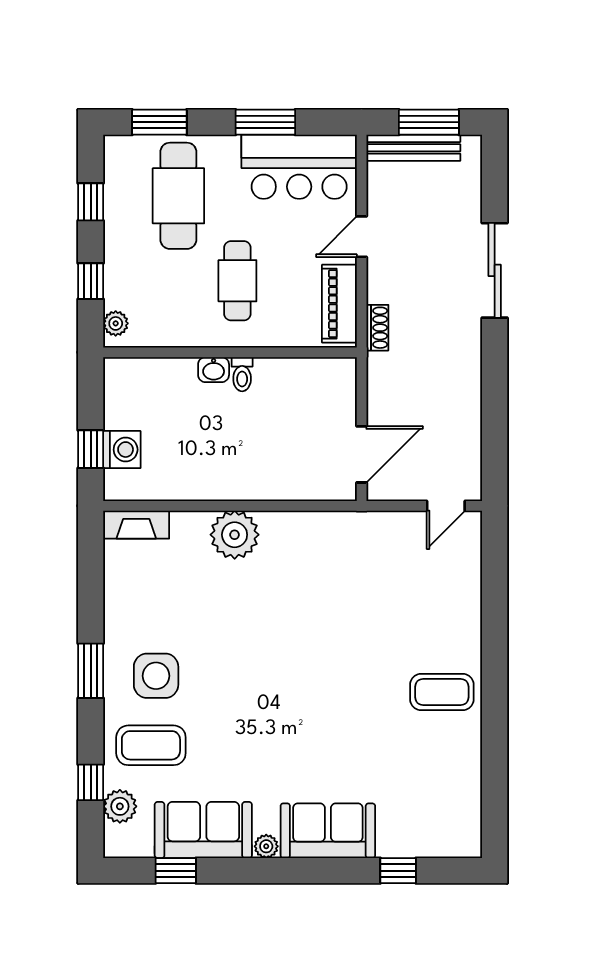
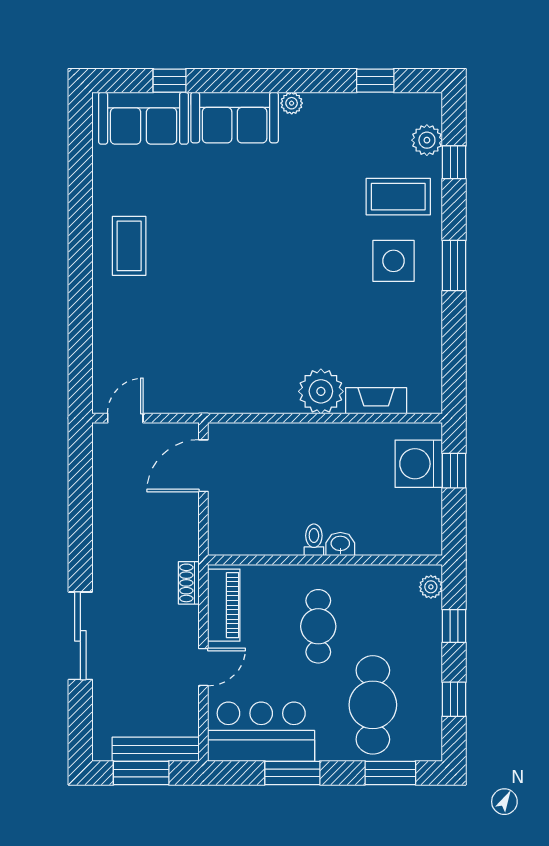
washing machine: (122, 450) -> (419, 464), width x1.37, depth x1.37
fireplace: (136, 525) -> (376, 401), moved
coffee table: (442, 692) -> (129, 246), turned 90
sofa: (203, 830) -> (144, 118), moved

